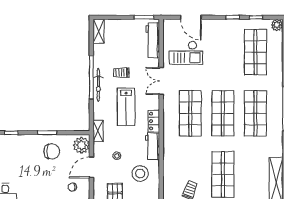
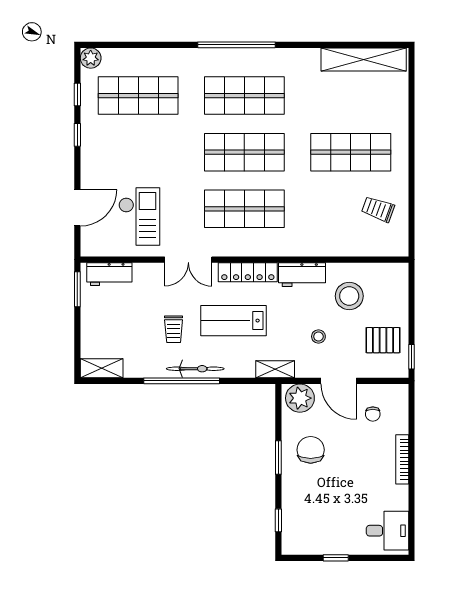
workbench: (153, 40) -> (109, 274), width x0.73
lab bench: (126, 107) -> (233, 321), turned 180
locker: (154, 121) -> (248, 272), width x1.53

